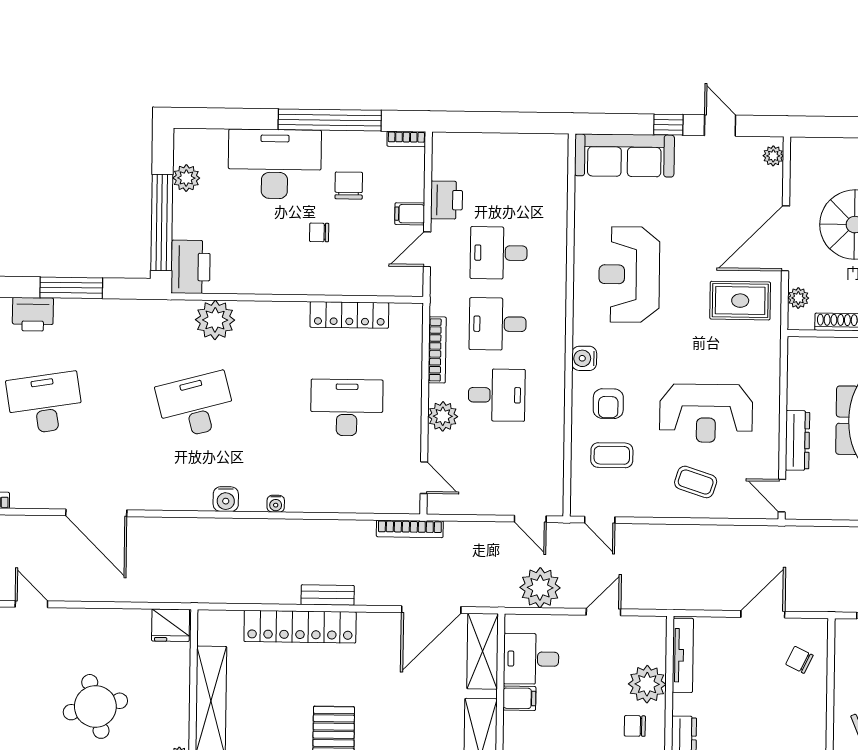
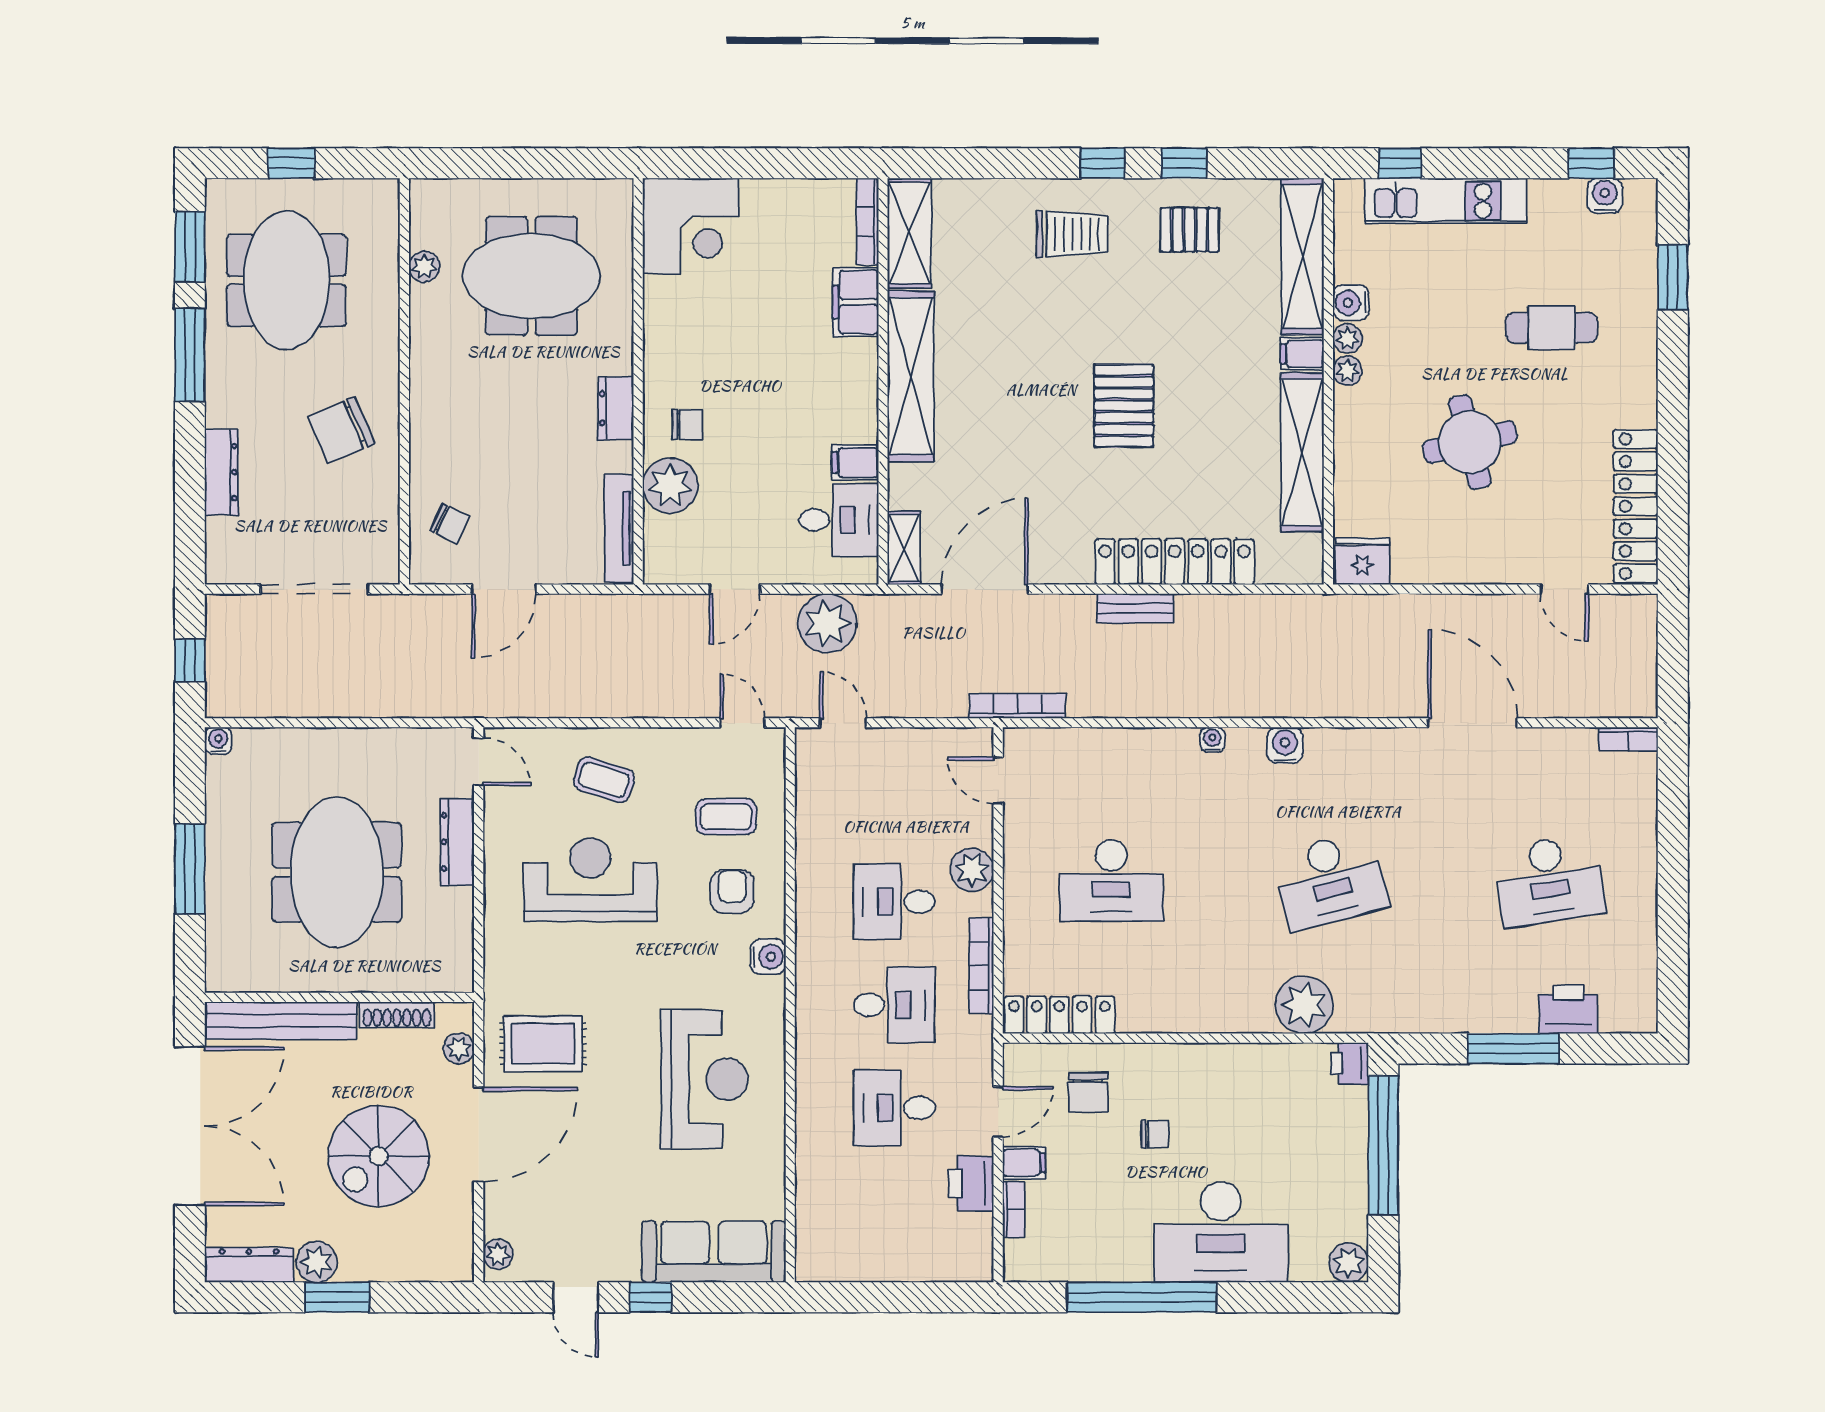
bookcase: (406, 139) -> (1014, 1210), moved, turned 90
plant: (186, 178) -> (1349, 1263), moved
chair: (349, 186) -> (1088, 1093), moved
desk: (499, 253) -> (894, 1108), turned 180
printer: (191, 267) -> (1350, 1063), width x0.53, depth x0.68
locker: (349, 315) -> (1059, 1015), moved
shelving: (483, 651) -> (904, 548), width x0.67, depth x0.75

